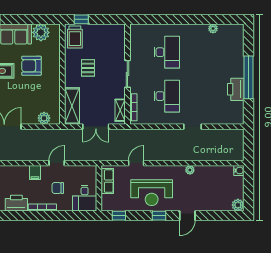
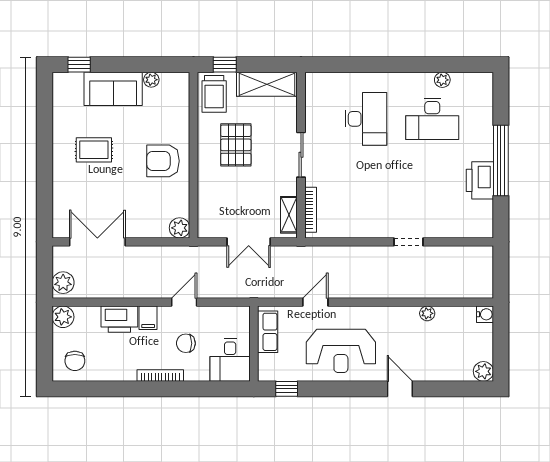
plant: (41, 32) -> (151, 80), width x0.53, depth x0.53
armchair: (31, 66) -> (163, 161), moved
pallet: (88, 68) -> (236, 145), width x1.50, depth x1.42
desk: (167, 96) -> (432, 119), moved, turned 90
shelving: (72, 106) -> (267, 84), moved, turned 90
plant: (44, 118) -> (180, 228), moved
plant: (190, 170) -> (427, 313), moved
printer: (16, 203) -> (119, 319), moved, turned 180
window: (159, 216) -> (353, 389), removed
door: (187, 216) -> (400, 389), swing flipped

